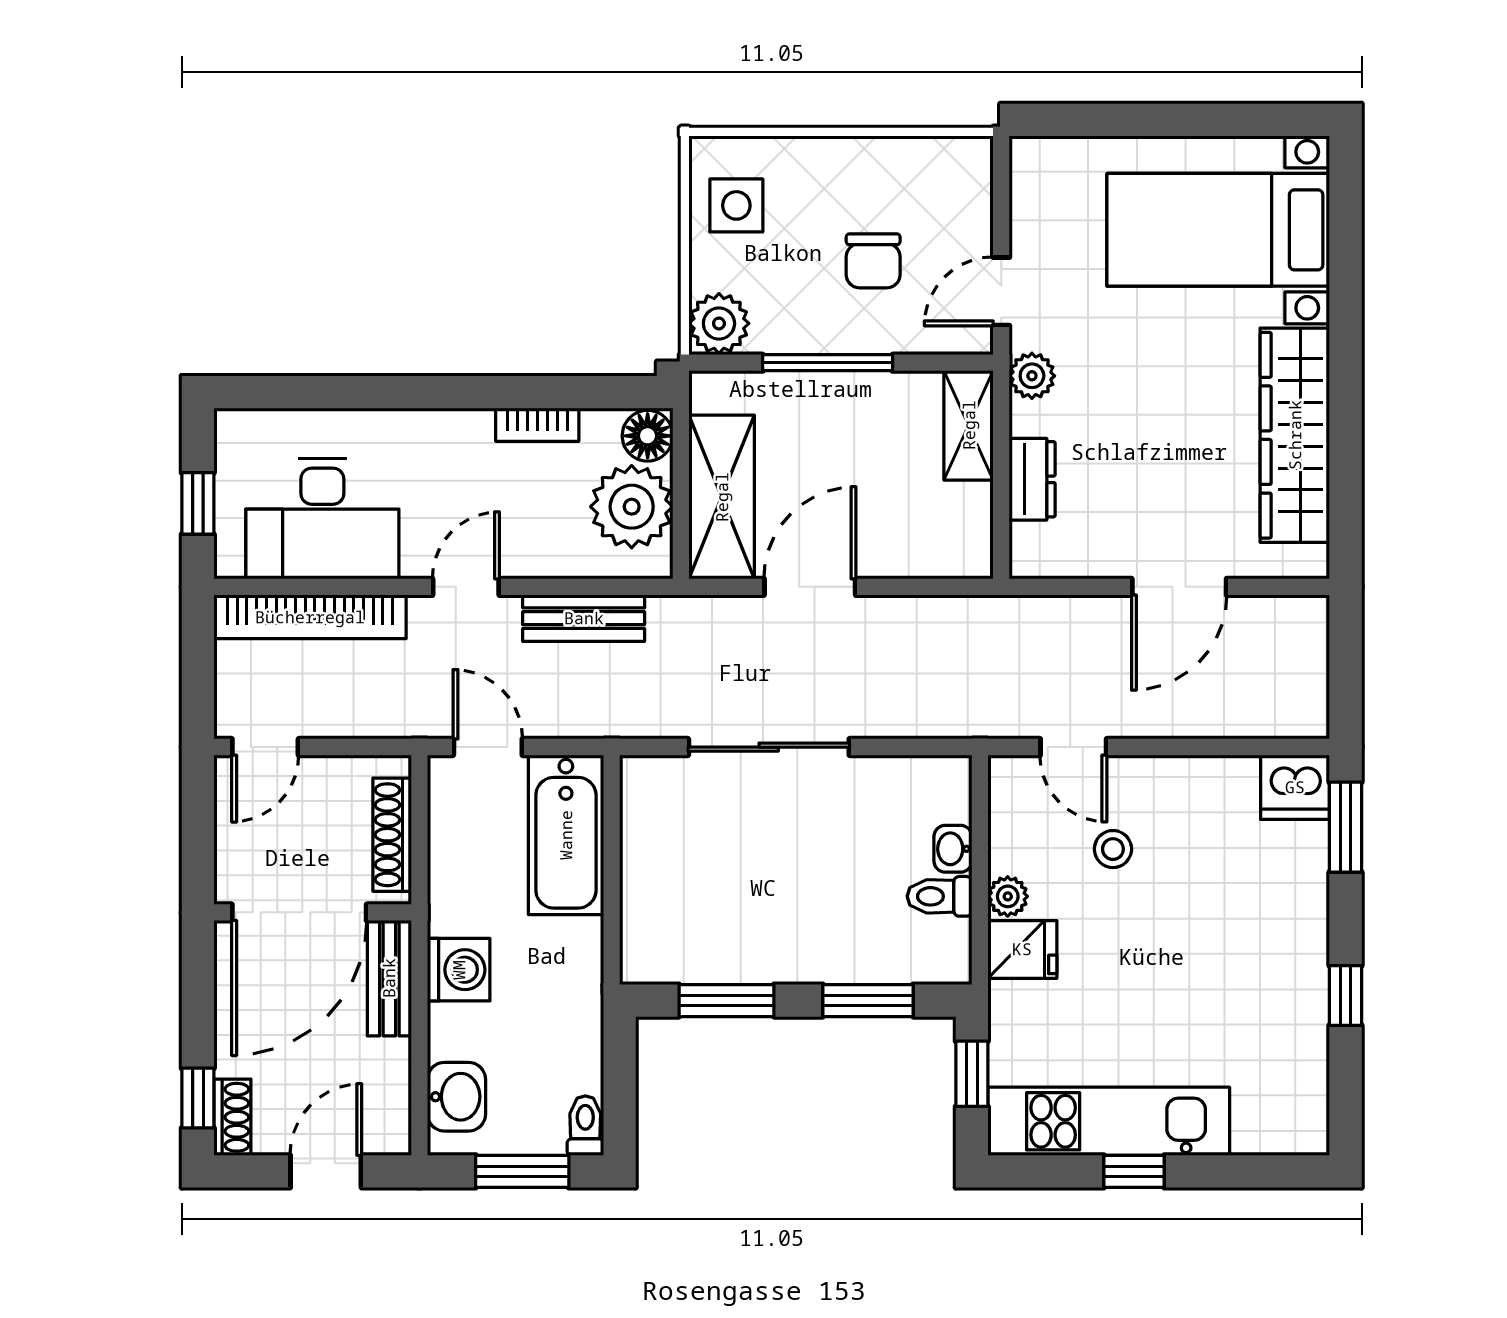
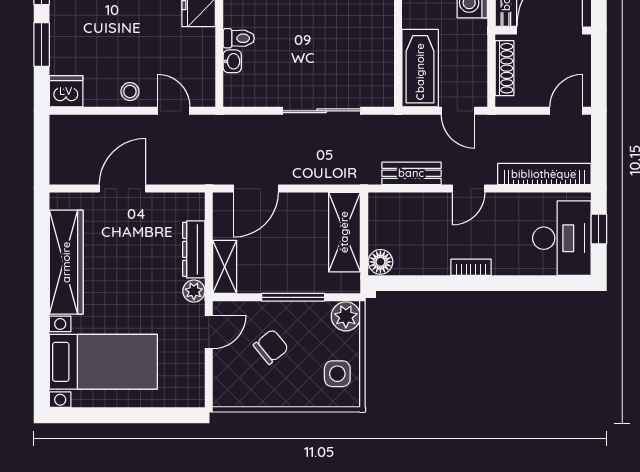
chair: (873, 261) -> (271, 347), turned 51
bookcase: (537, 425) -> (471, 267), moved
dresser: (1032, 479) -> (194, 249), width x1.44
plant: (632, 507) -> (388, 227), removed
desk: (322, 519) -> (562, 238), moved, turned 90
door: (810, 587) -> (256, 189), moved
window: (1345, 827) -> (42, 45), moved
stool: (1113, 849) -> (130, 92), moved
plant: (1008, 896) -> (206, 38), removed

